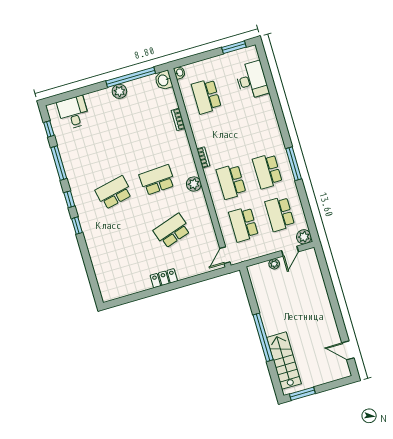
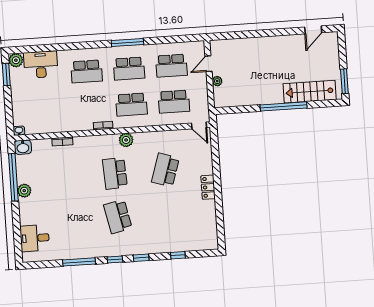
school desk: (206, 96) -> (87, 71), moved
window: (49, 129) -> (178, 255), moved
school desk: (172, 231) -> (165, 170), turned 36
plant: (304, 237) -> (16, 60), moved
door: (290, 251) -> (208, 64), swing flipped

